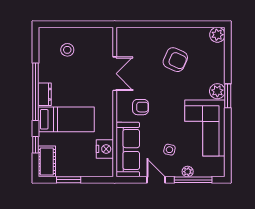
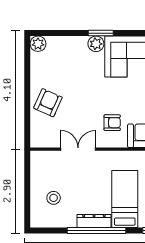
armchair: (175, 60) -> (48, 103), moved
dresser: (45, 94) -> (94, 221), width x1.44
armchair: (141, 107) -> (112, 123), turned 90

